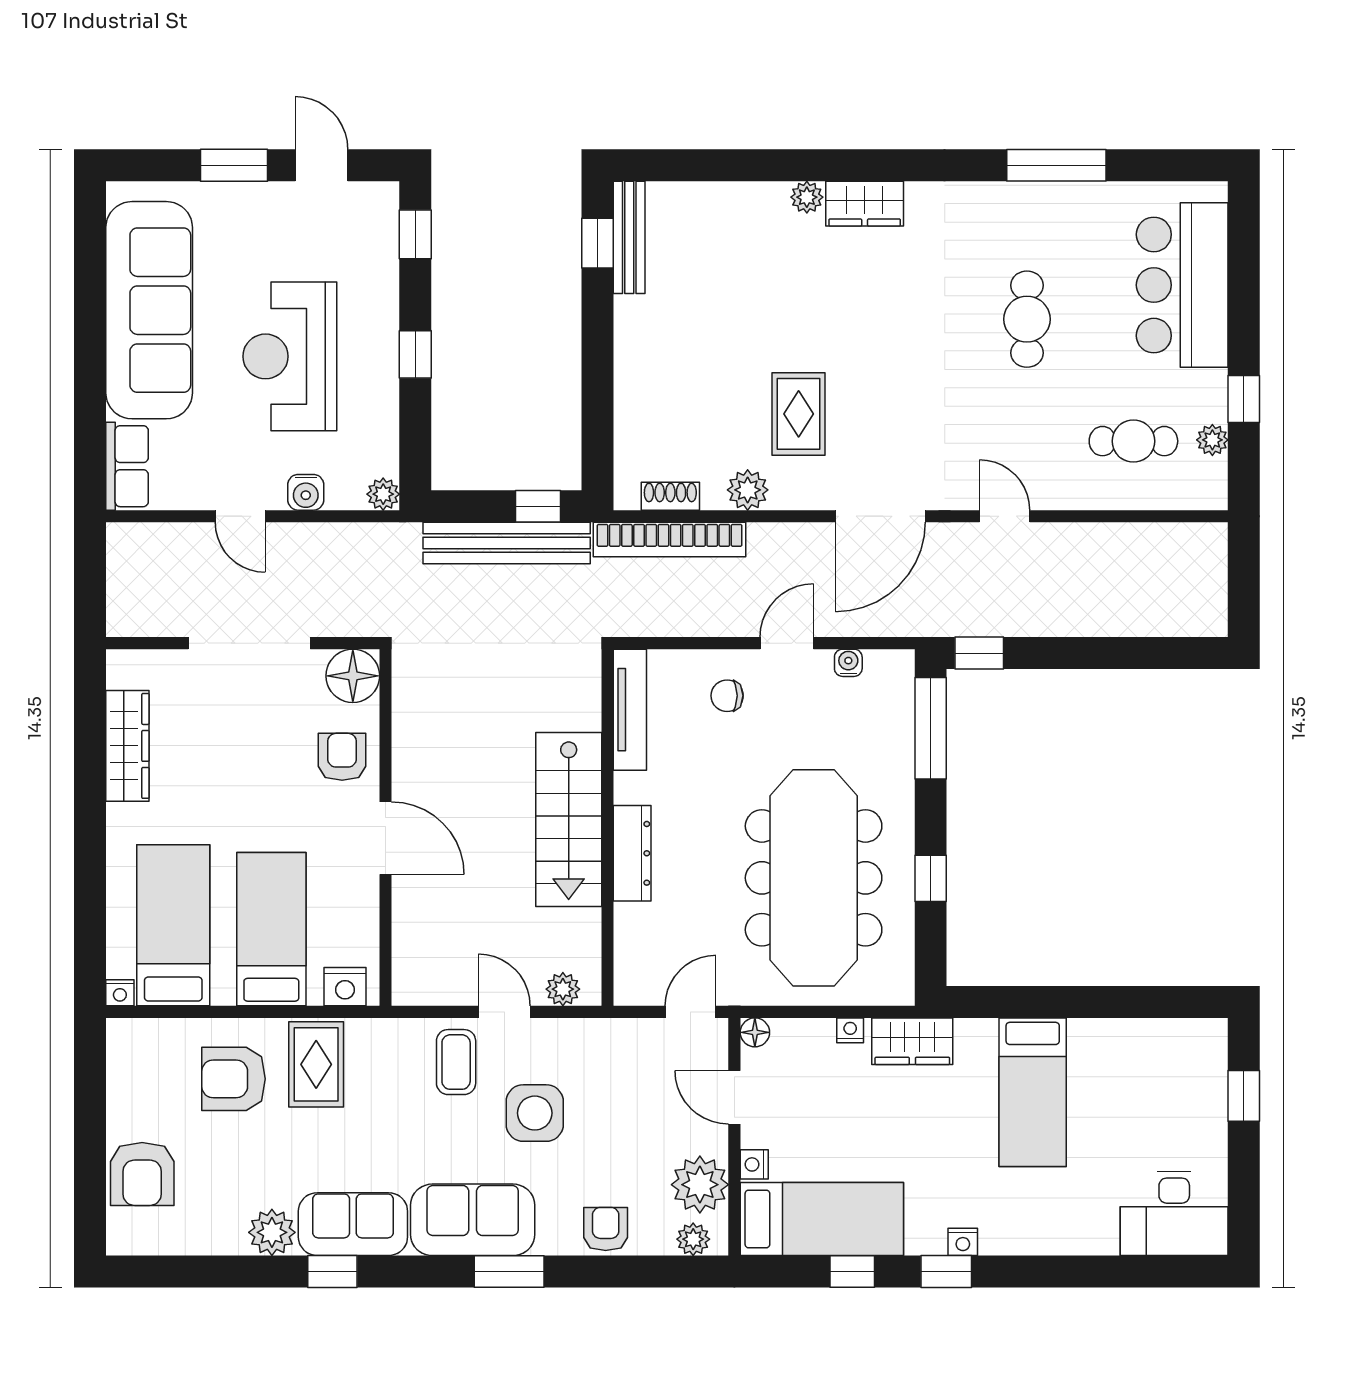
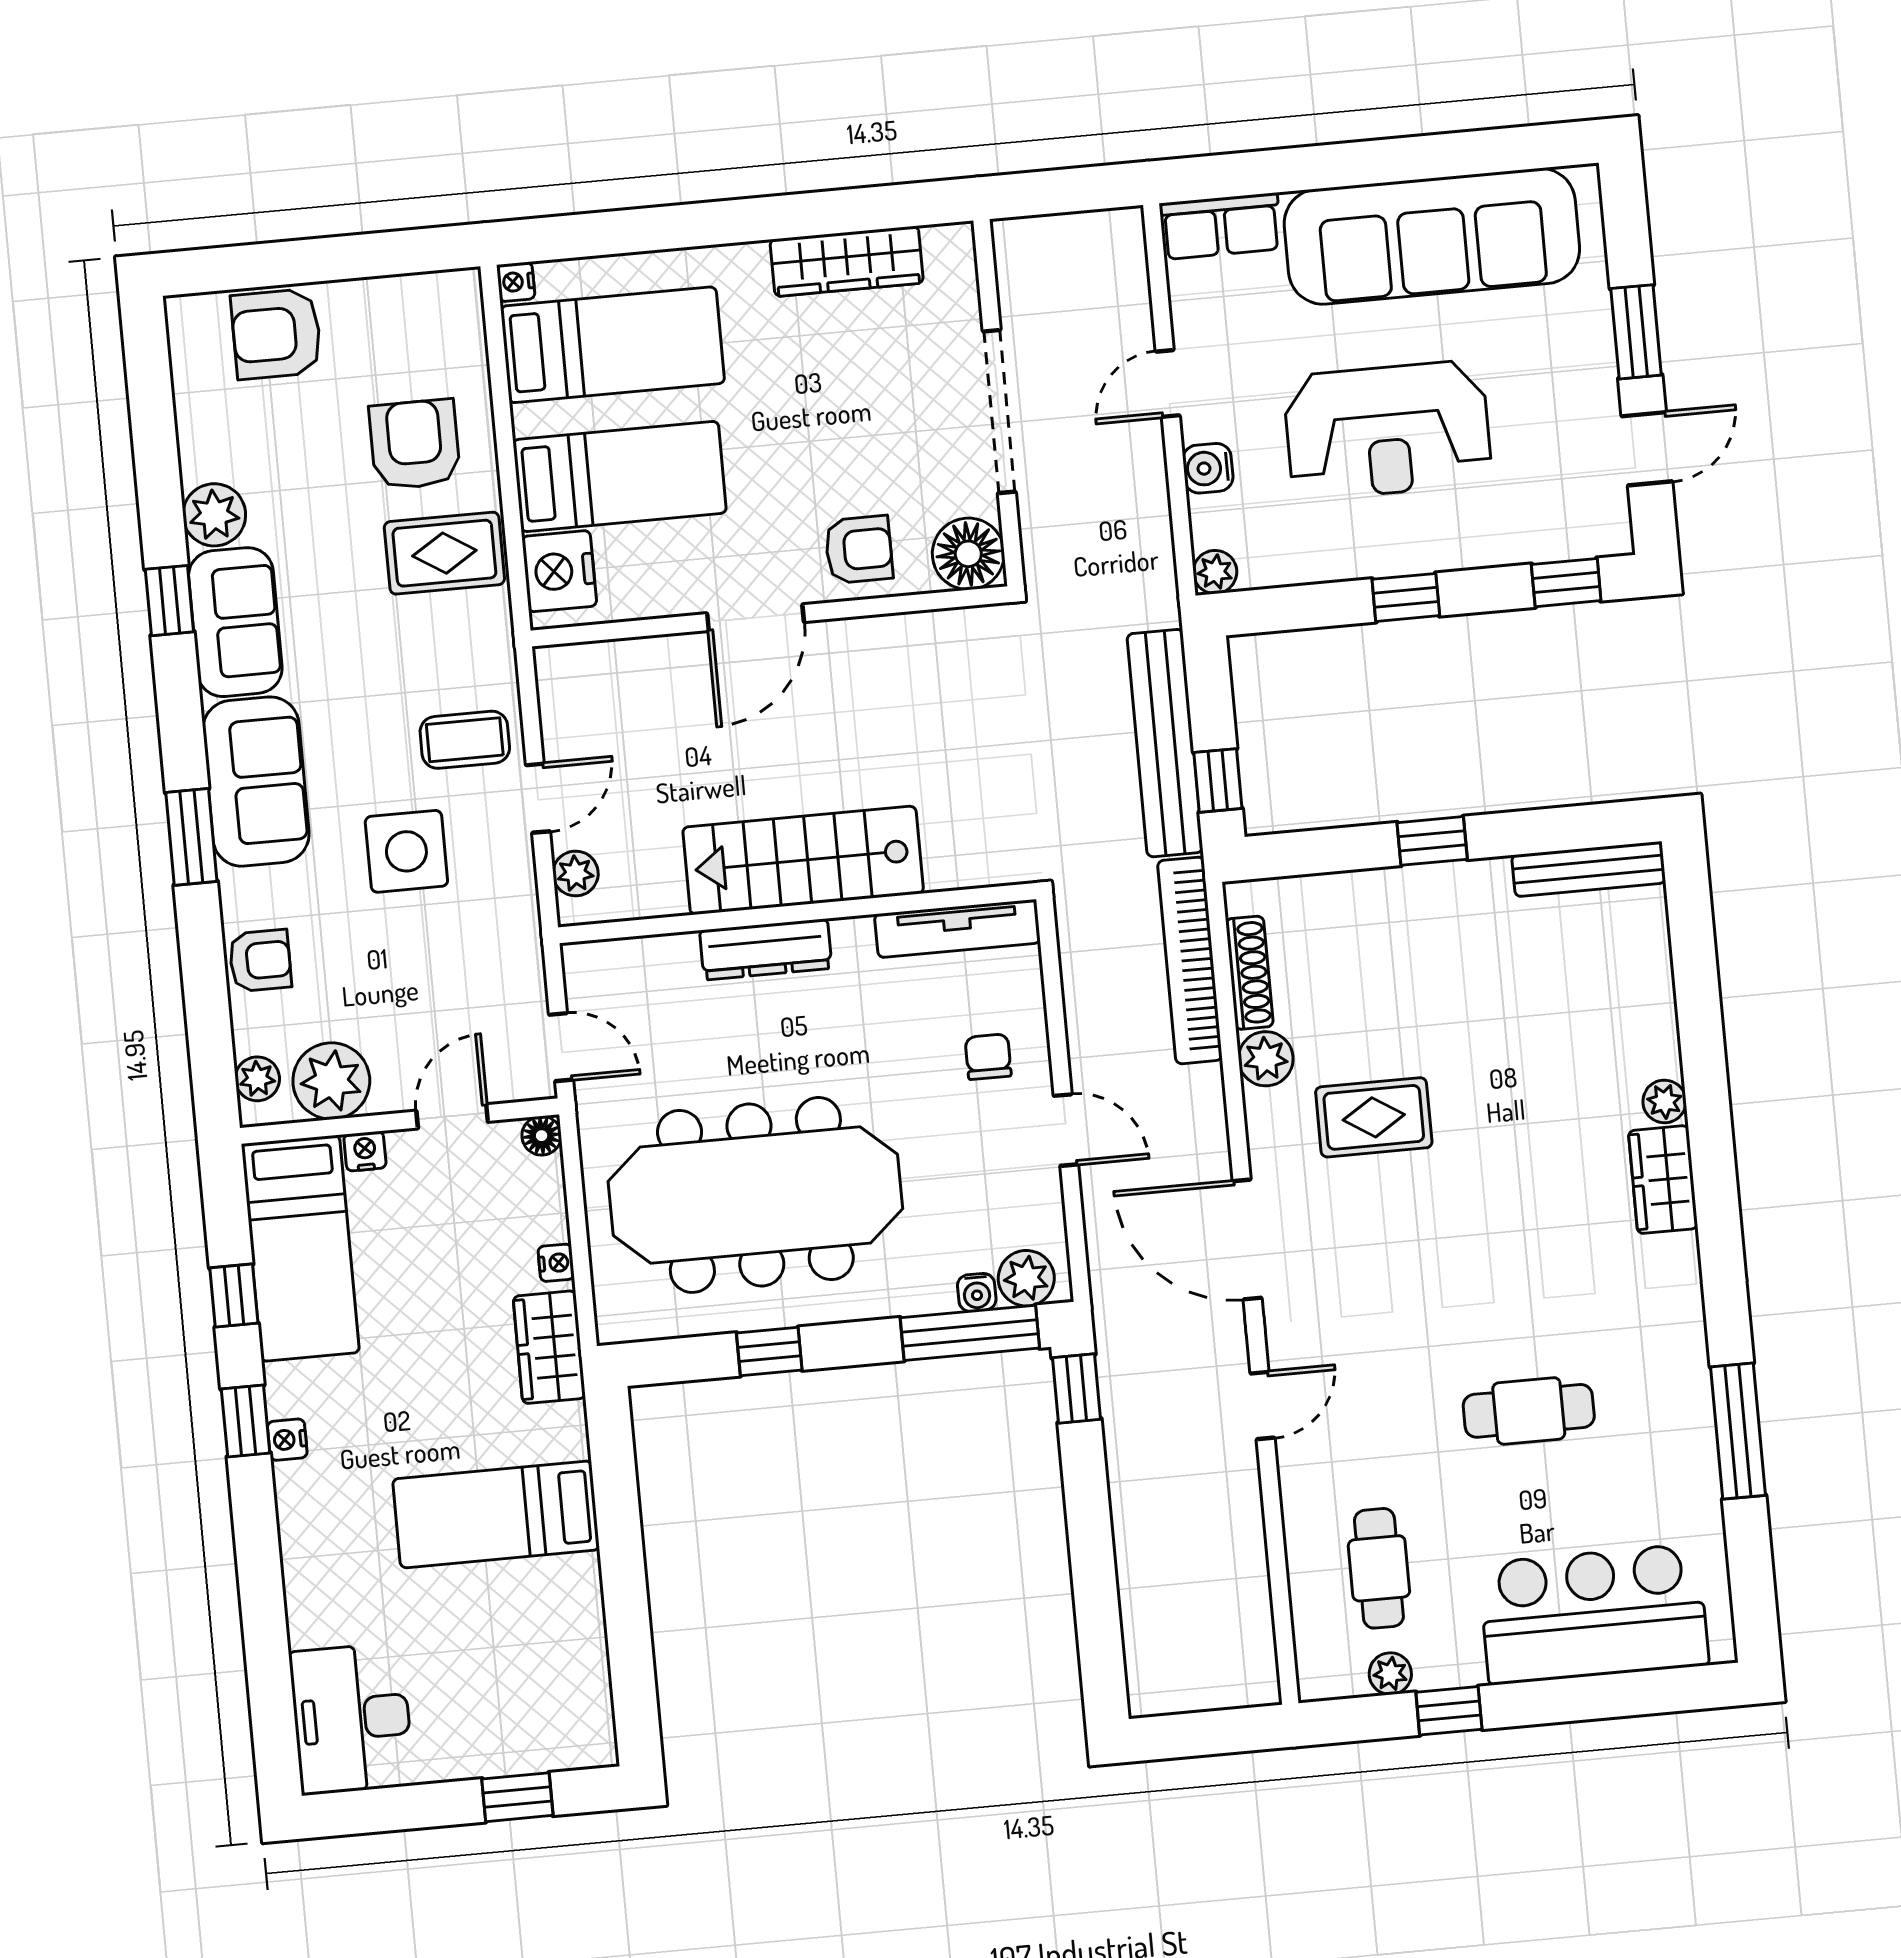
window: (598, 243) -> (1432, 841), moved
reception desk: (290, 356) -> (1388, 430), turned 180
shoe rack: (670, 496) -> (1249, 973), width x1.43
water cooler: (848, 663) -> (977, 1292), moved, turned 90
plant: (894, 683) -> (1026, 1278), added
nightstand: (345, 987) -> (559, 571), width x1.36, depth x1.33

